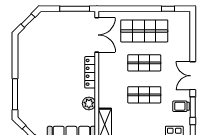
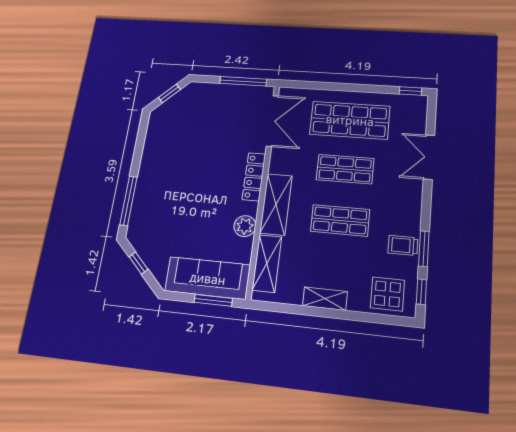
window: (168, 9) -> (410, 91), moved
double door: (193, 76) -> (429, 157), moved
shelving: (106, 88) -> (276, 204), added

